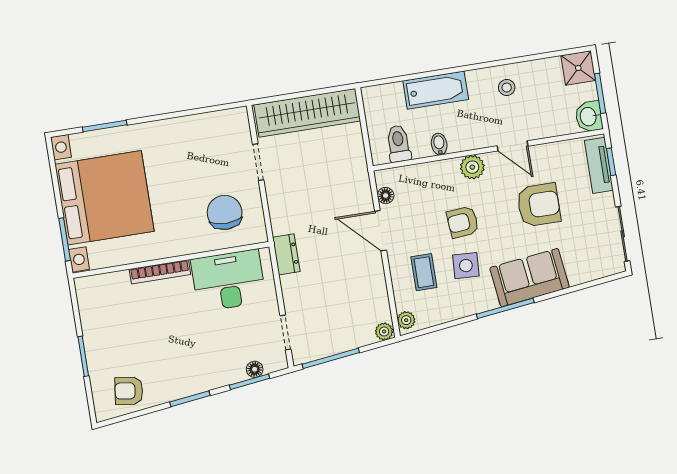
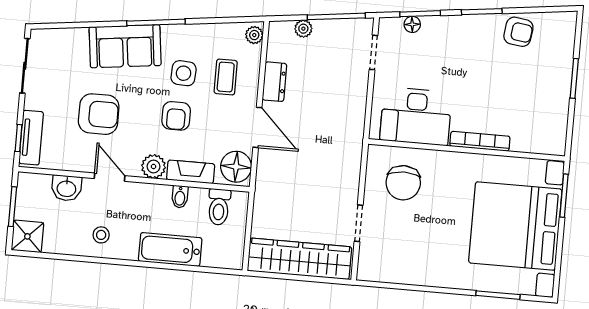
washbasin: (589, 116) -> (66, 188), moved, turned 90
fireplace: (435, 171) -> (191, 172), added
floor lamp: (386, 196) -> (236, 167), width x1.89, depth x1.89
armchair: (539, 205) -> (99, 114), turned 180
armchair: (463, 222) -> (176, 116), turned 95
dresser: (286, 254) -> (274, 82), moved, turned 180
plant: (384, 331) -> (303, 29), moved
armchair: (129, 391) -> (518, 32), moved

